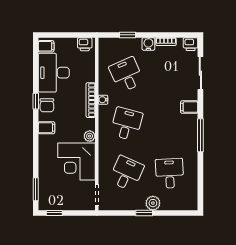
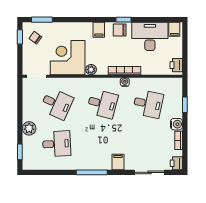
desk: (126, 75) -> (148, 104), turned 36
chair: (55, 196) -> (35, 38), added
window: (144, 213) -> (20, 152), moved

